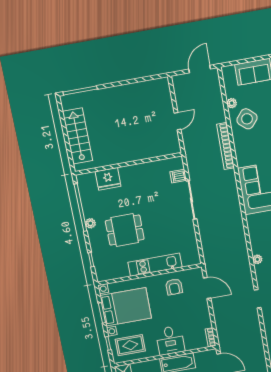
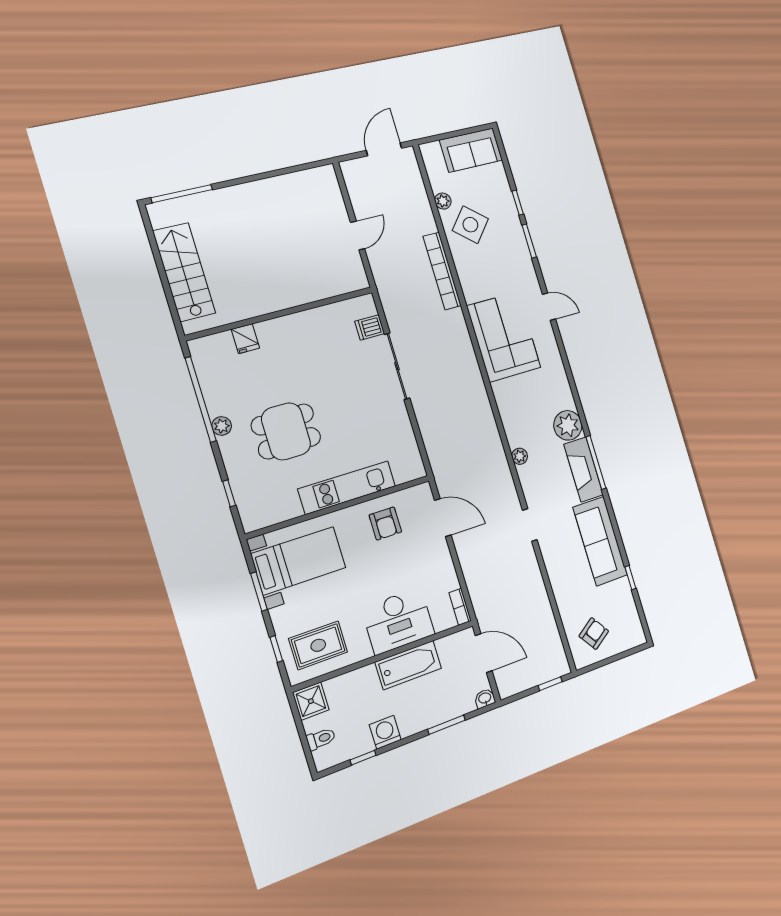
fridge: (108, 179) -> (245, 339), width x0.53, depth x0.75
bed with nightstands: (126, 307) -> (299, 561), width x0.73
desk: (170, 340) -> (398, 621), width x1.37

